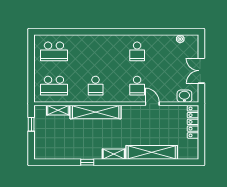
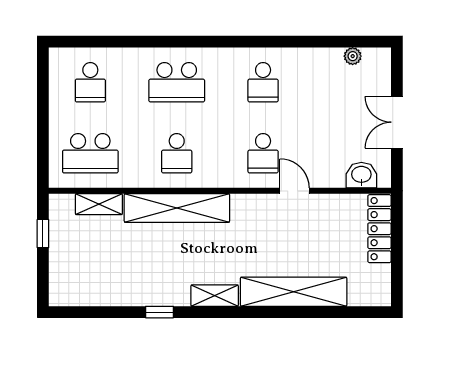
school desk: (54, 51) -> (90, 82), width x0.54
school desk: (96, 51) -> (177, 82), added

